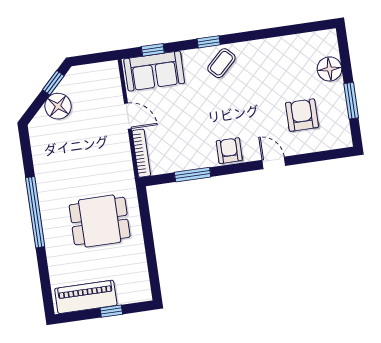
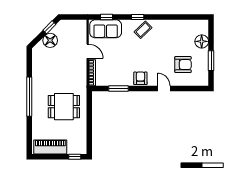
armchair: (302, 115) -> (183, 65), turned 90
window: (111, 311) -> (75, 157), moved

